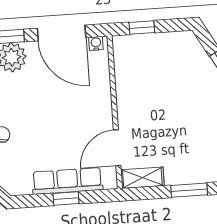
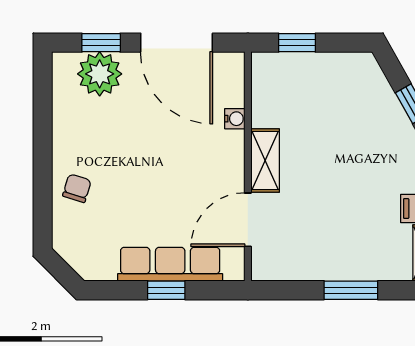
water cooler: (96, 43) -> (235, 119), moved, turned 90
shelving: (142, 178) -> (265, 161), moved, turned 90

